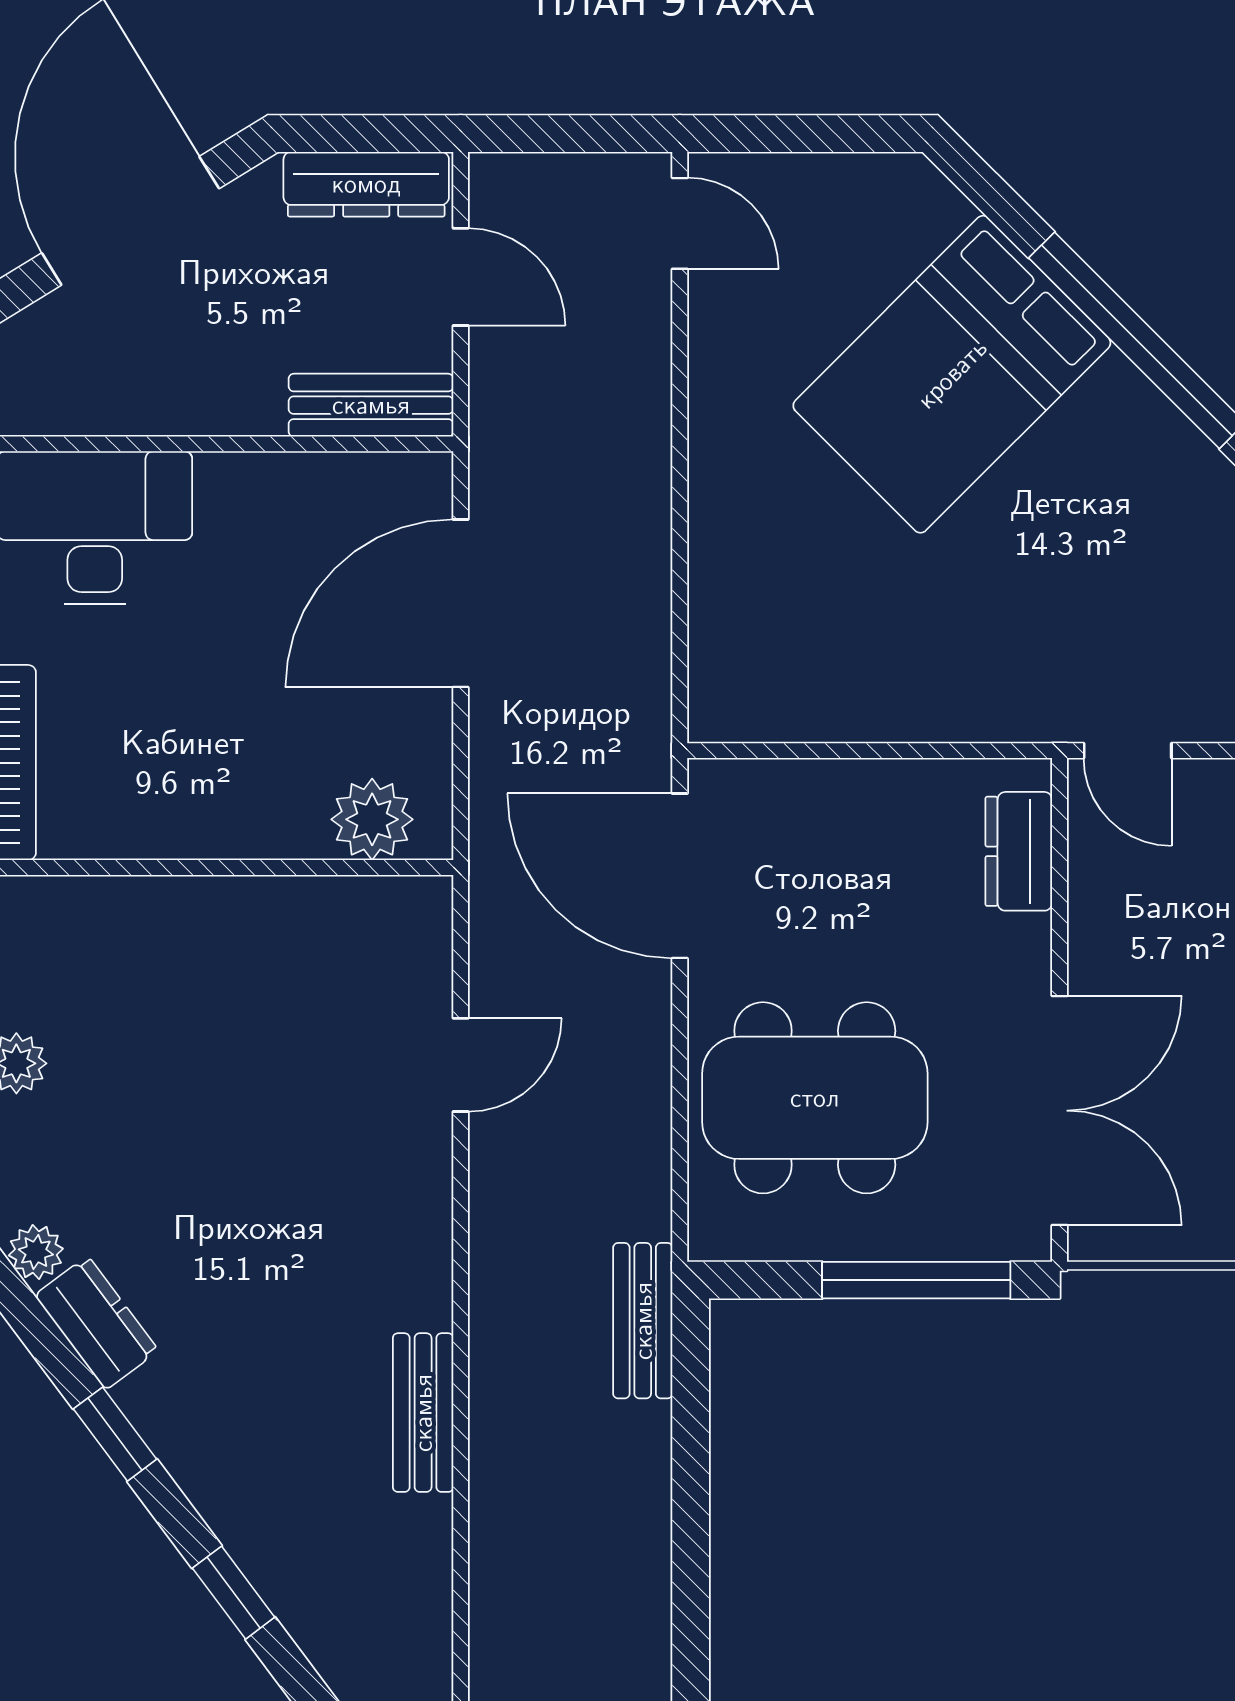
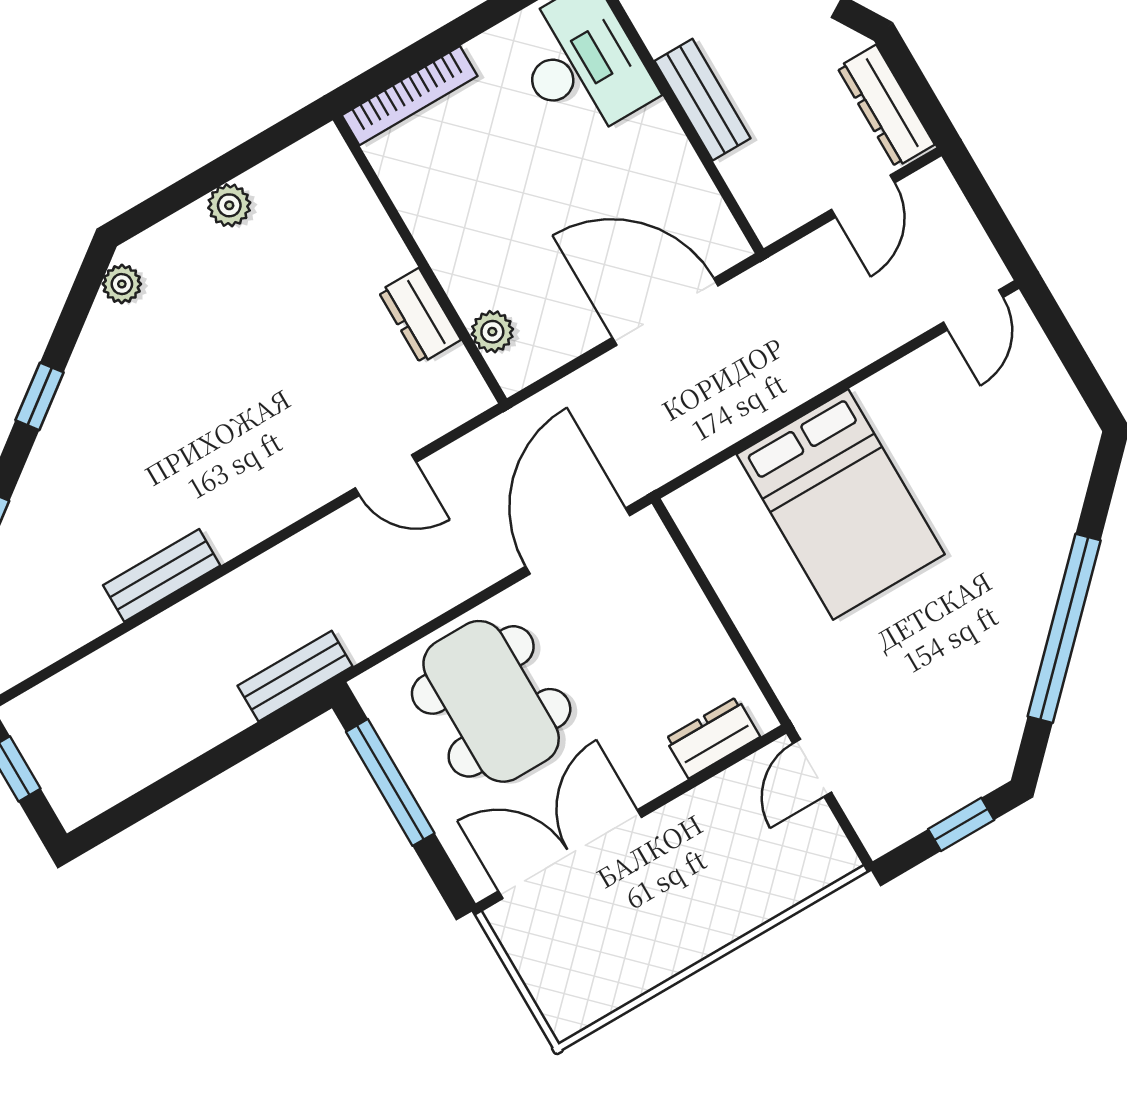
bed: (952, 374) -> (841, 504), moved, turned -135
bench: (371, 405) -> (702, 100), moved
plant: (372, 819) -> (492, 332), width x0.73, depth x0.73
double door: (1060, 1111) -> (570, 854), swing flipped
window: (916, 1280) -> (390, 782), moved
dresser: (97, 1323) -> (420, 316), moved, turned 127

